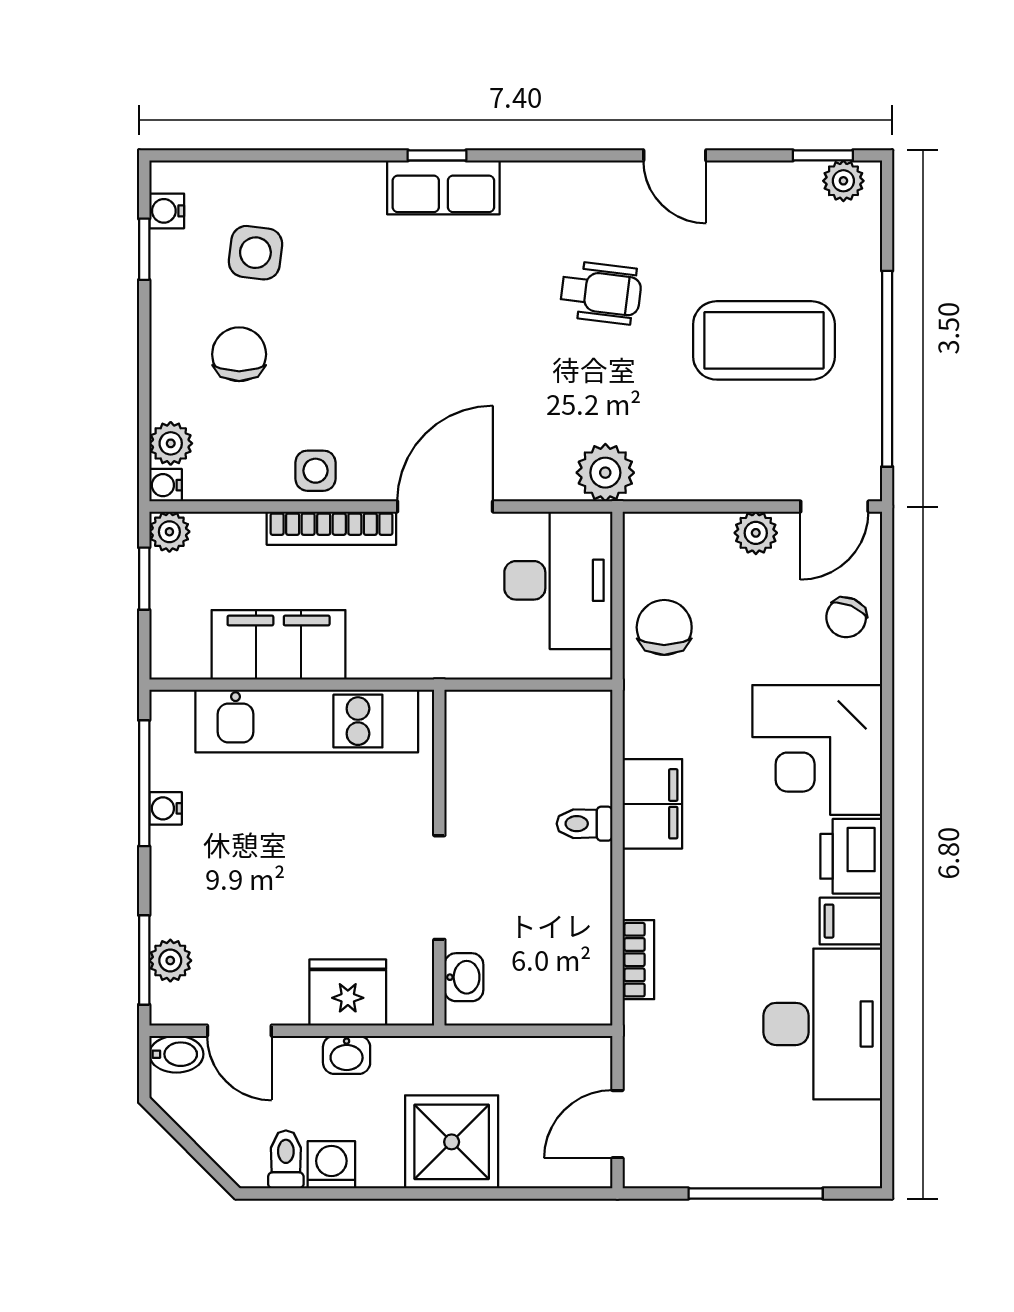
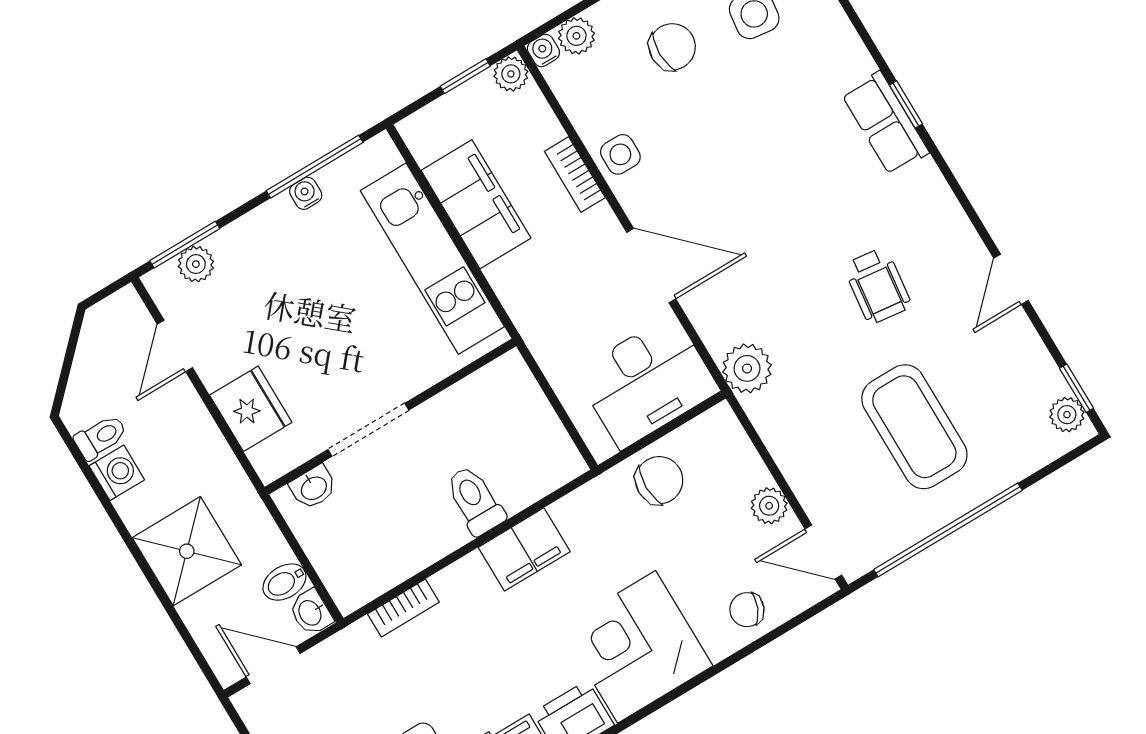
bookcase: (331, 528) -> (575, 174), width x0.64
toilet: (584, 824) -> (475, 500), width x1.37, depth x1.39
bidet: (176, 1054) -> (284, 582), moved, turned 90
washbasin: (347, 1055) -> (311, 612), moved

